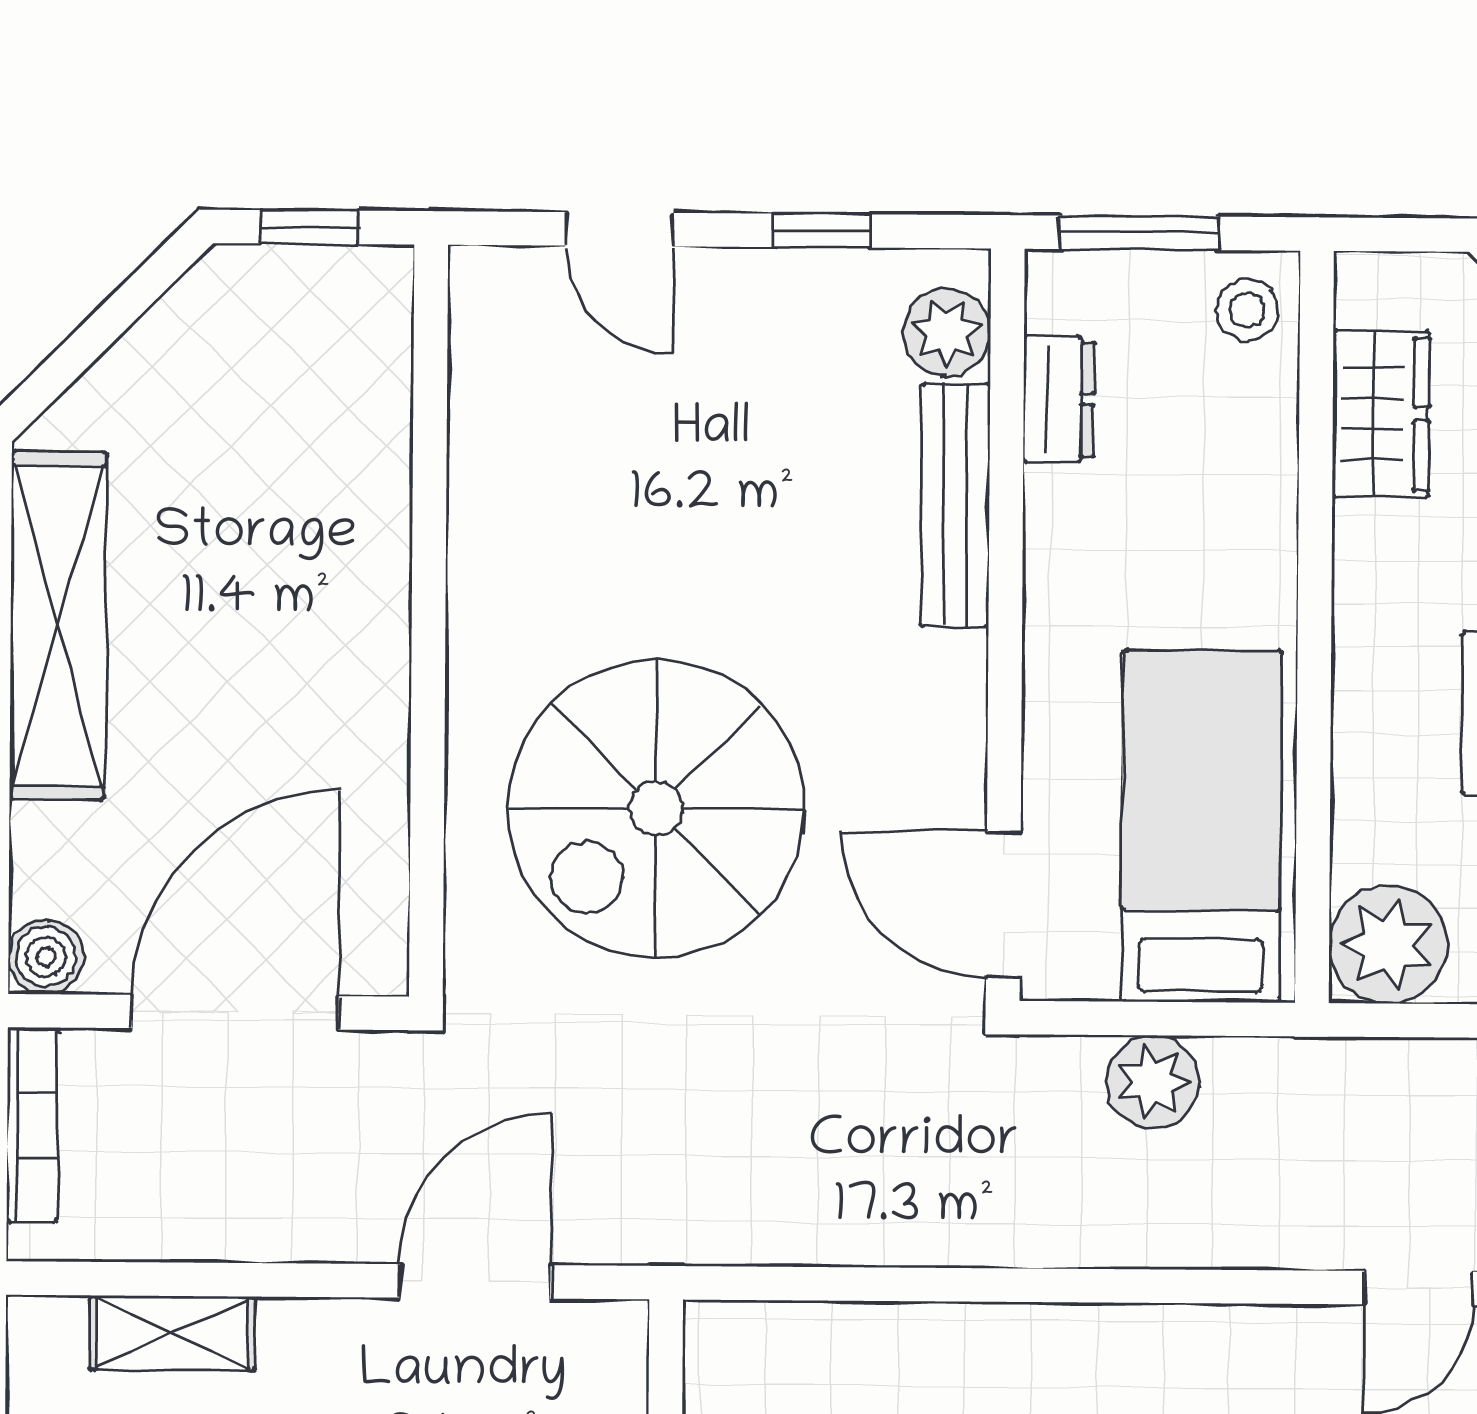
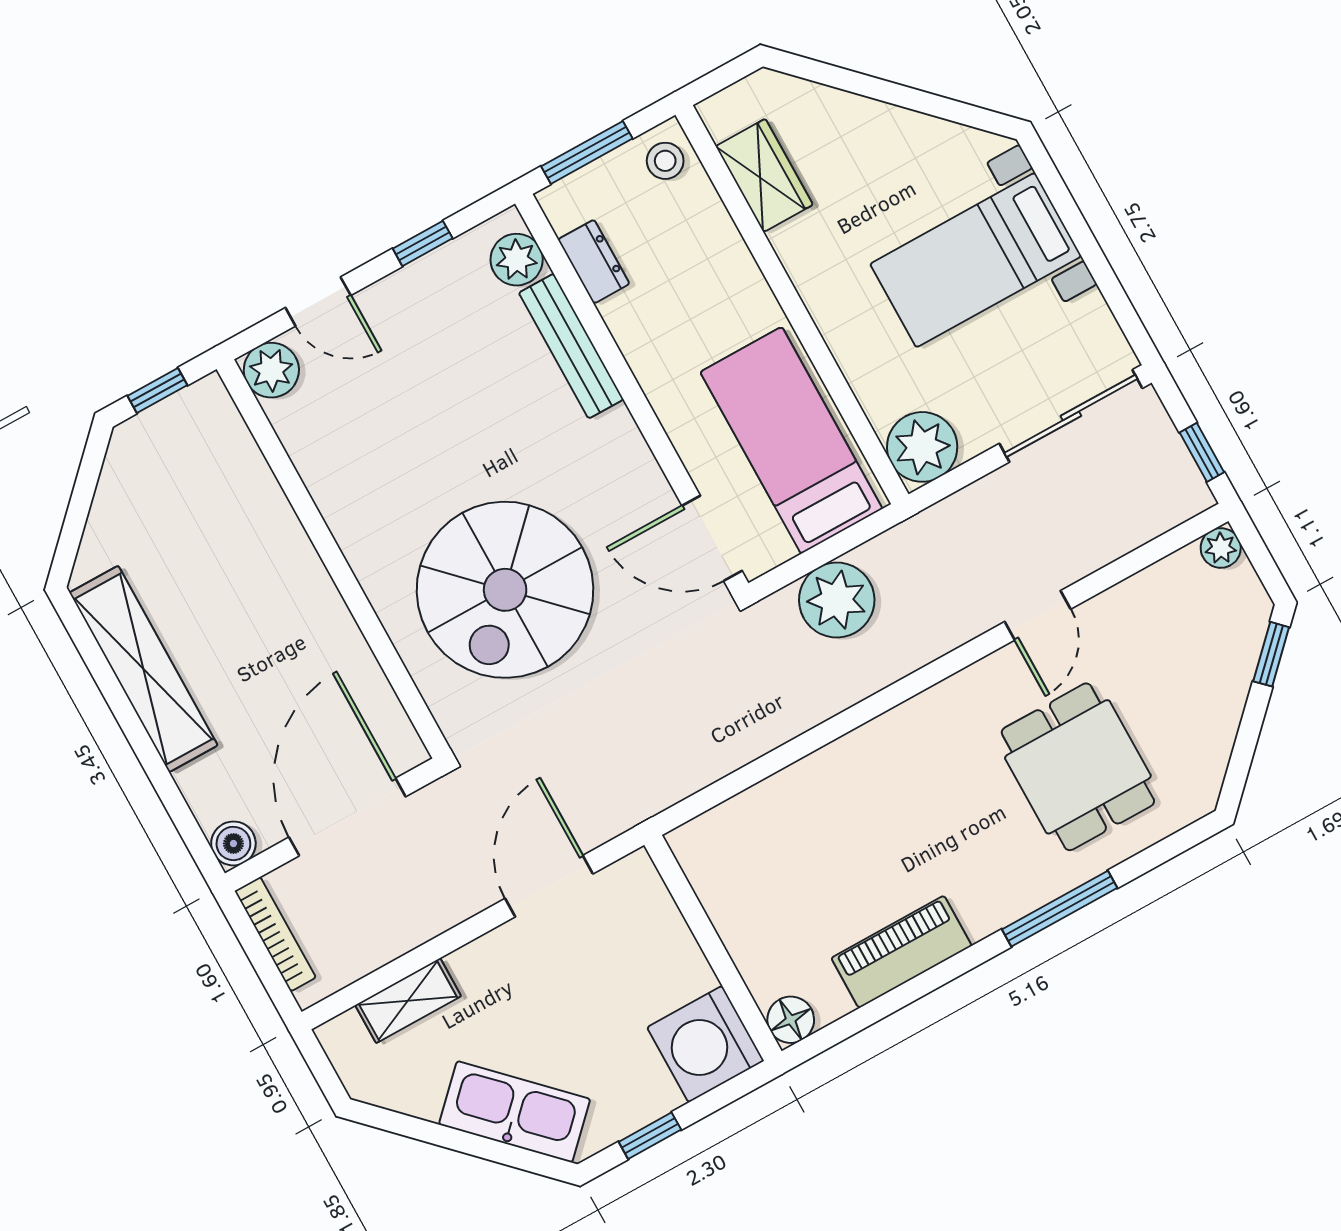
plant: (494, 291) -> (271, 370), added
plant: (1153, 1082) -> (837, 600), width x1.36, depth x1.36

